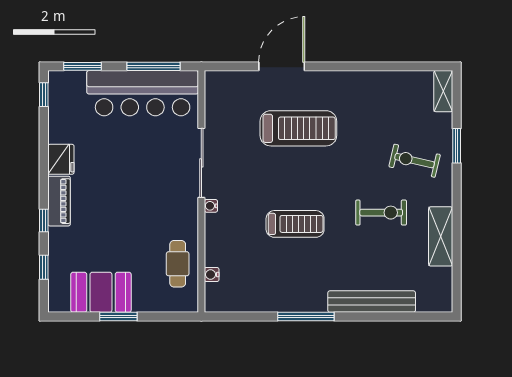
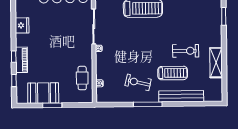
exercise bike: (415, 161) -> (138, 82), moved
piano: (59, 201) -> (21, 60), moved
treadmill: (295, 224) -> (173, 73), moved

